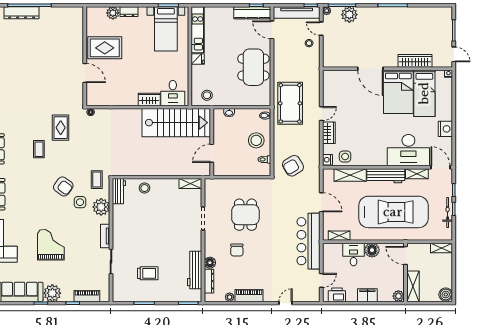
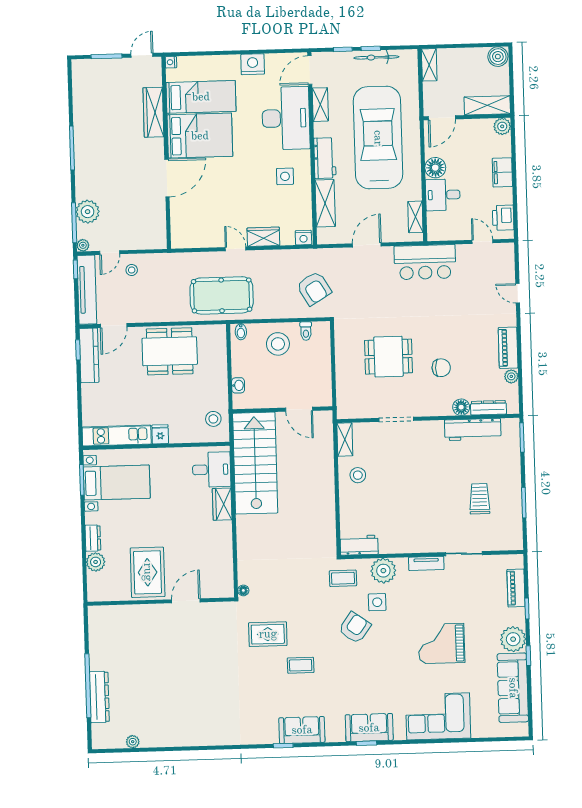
side table: (345, 156) -> (285, 176), moved
workbench: (386, 176) -> (325, 158), width x0.73
stool: (145, 188) -> (358, 475), moved
bar counter: (308, 241) -> (425, 262), width x0.73

